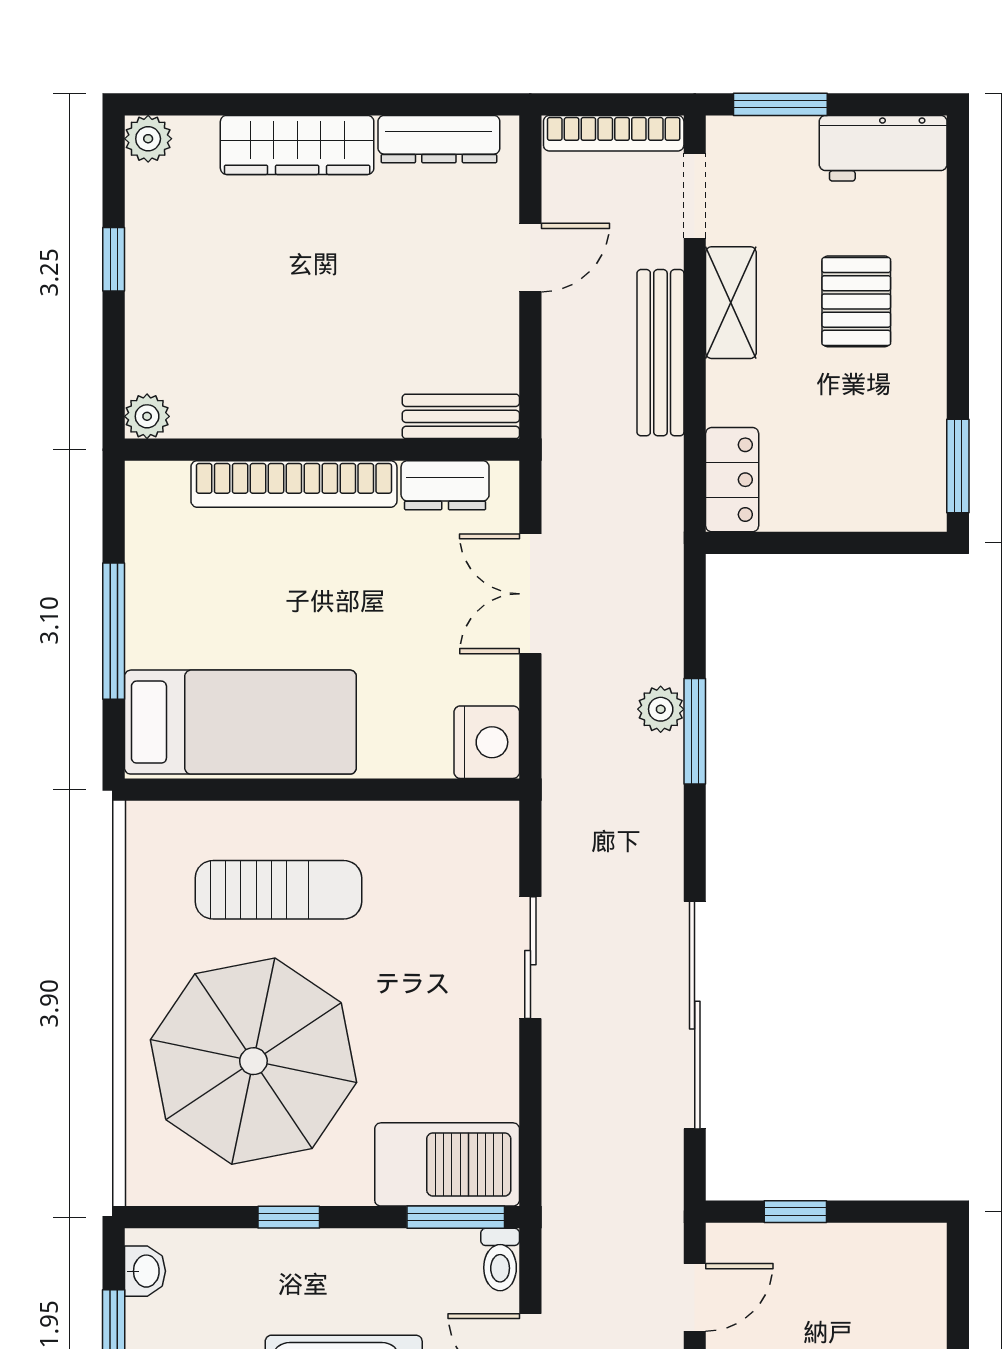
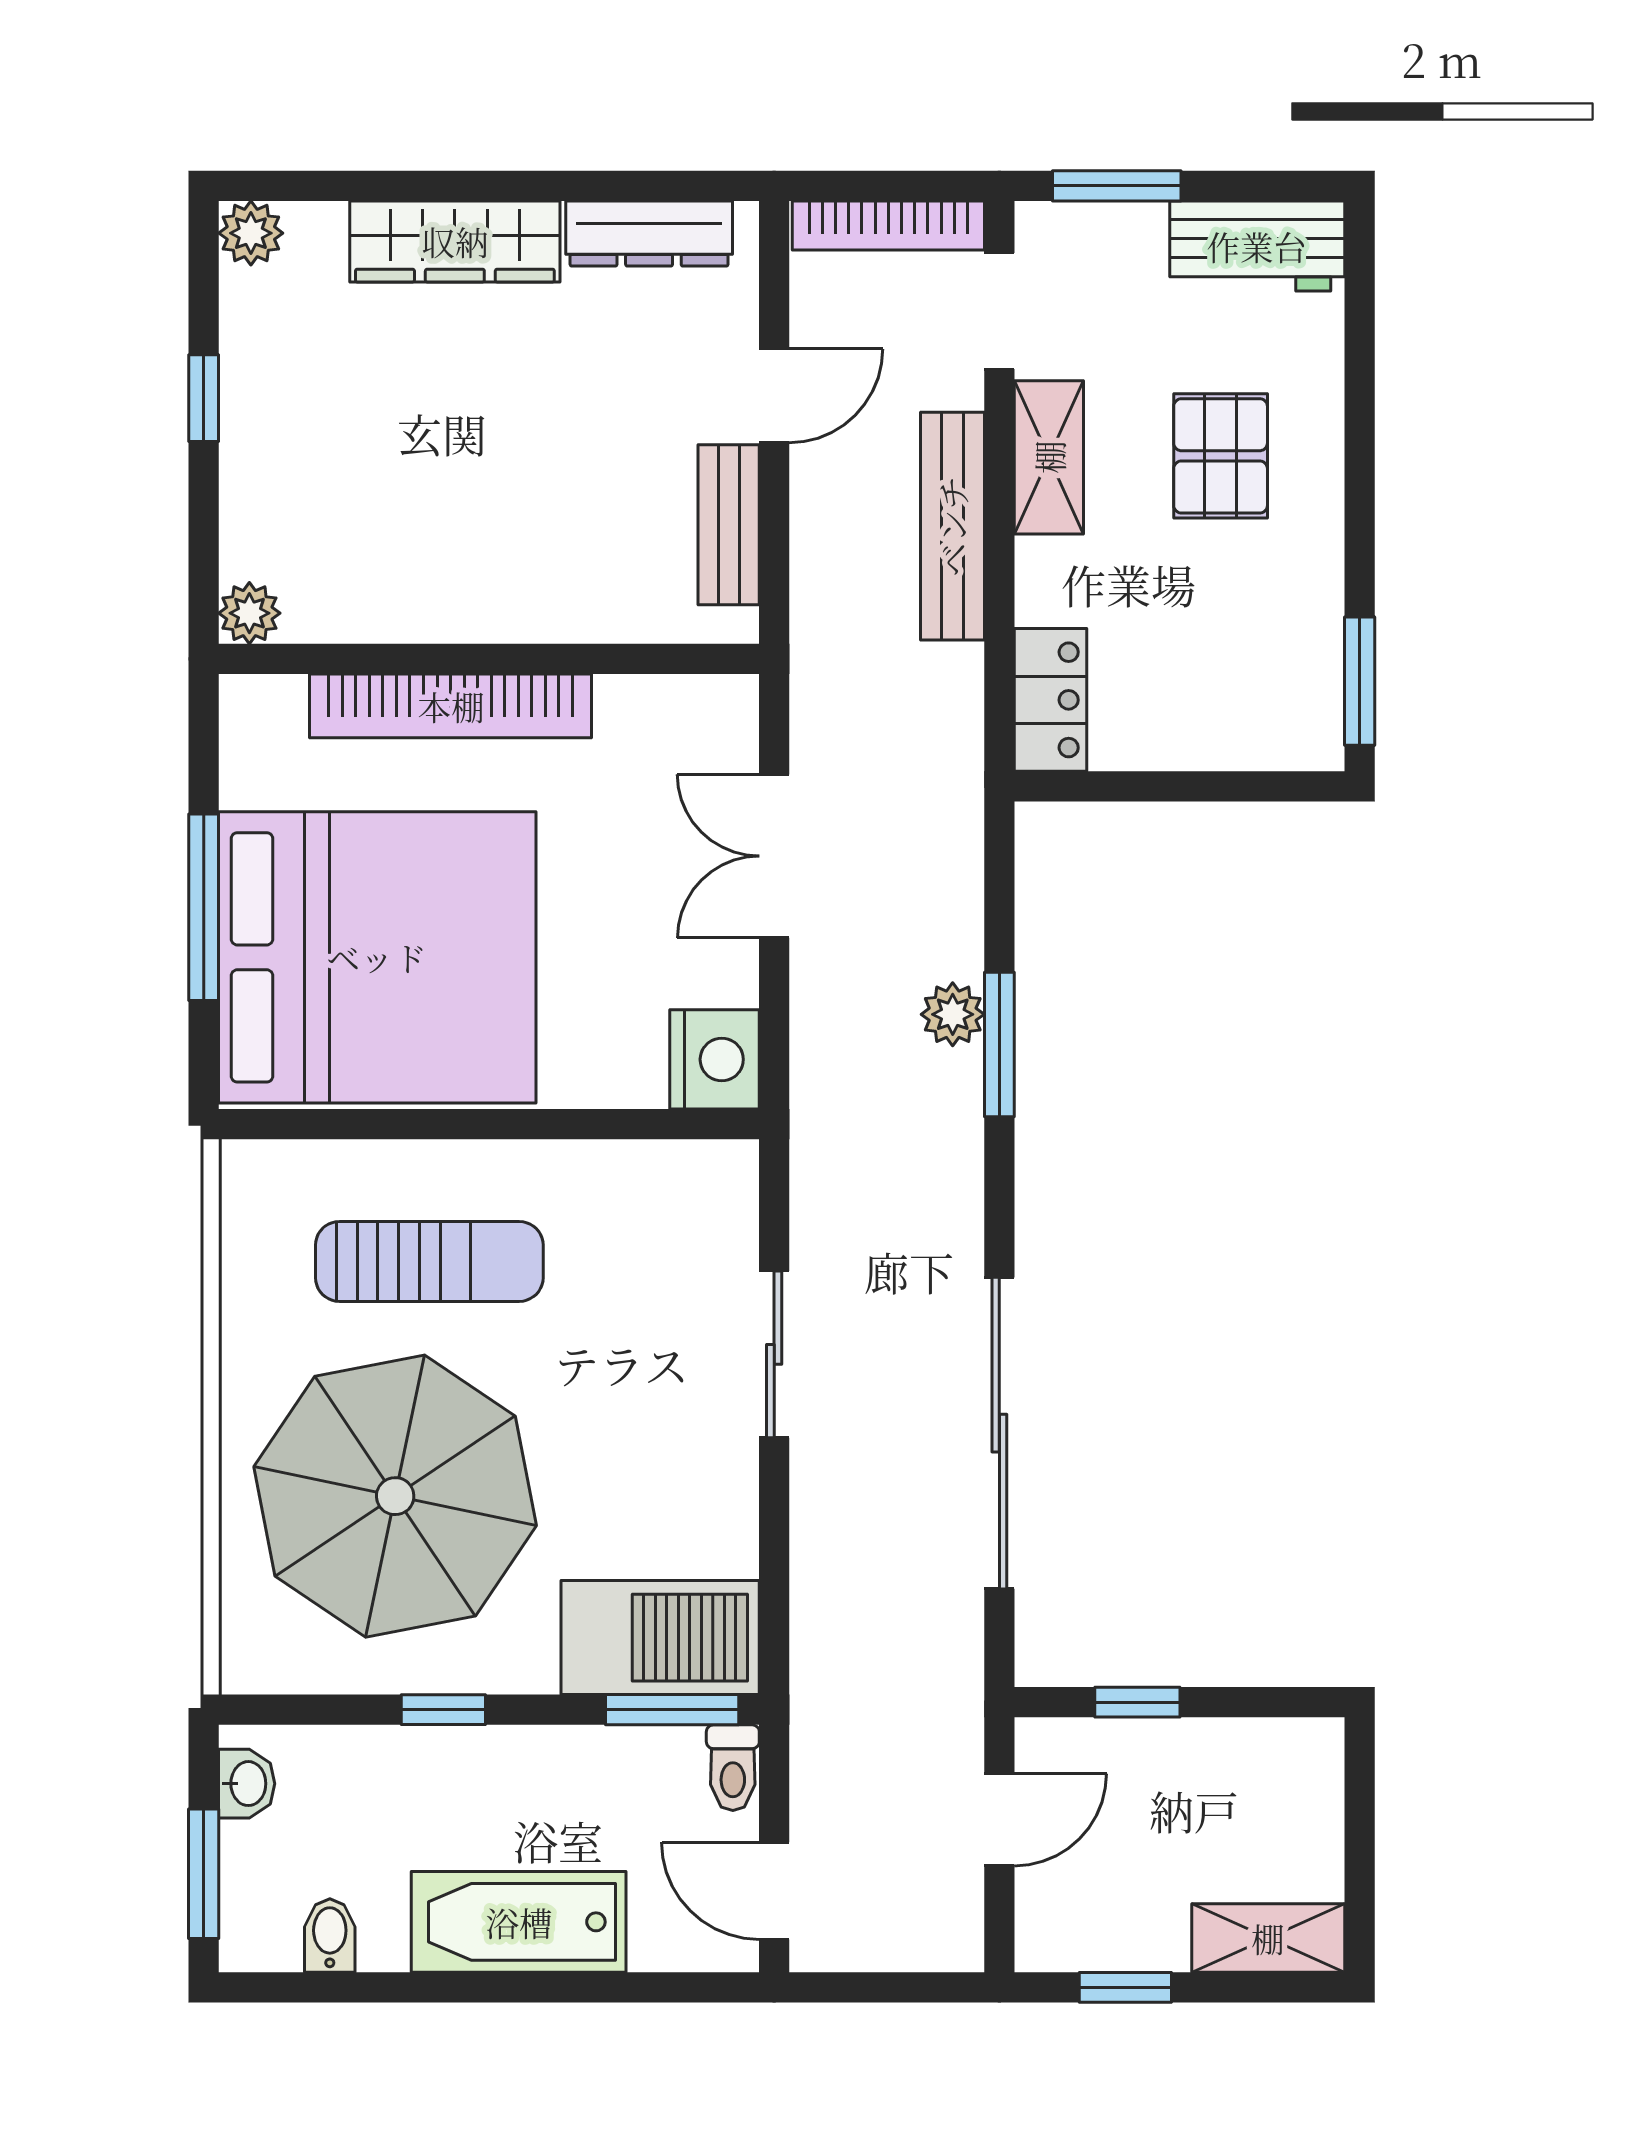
bench: (461, 416) -> (729, 525), moved, turned 90
dresser: (445, 485) -> (658, 708), removed
bed: (240, 722) -> (377, 957), width x2.04

